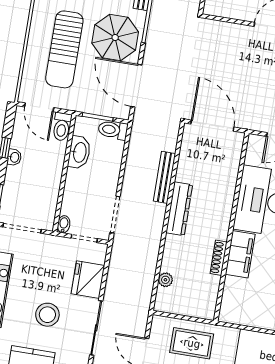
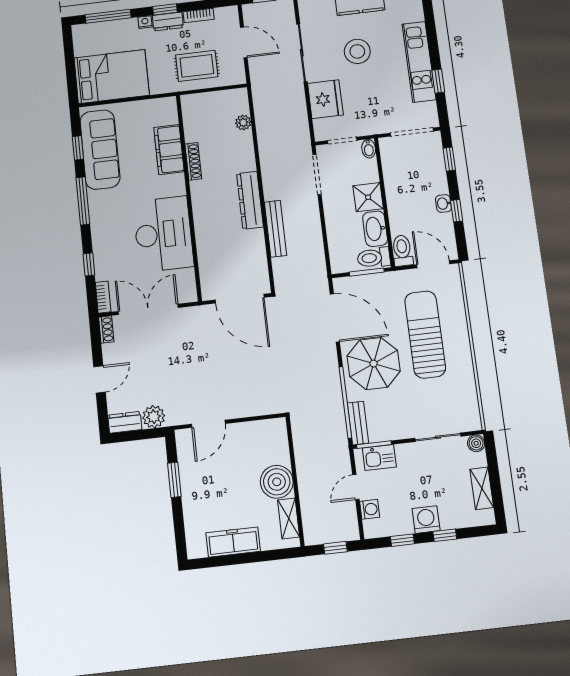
toilet: (113, 130) -> (374, 258), moved, turned 180
shower: (77, 182) -> (368, 197), added
filing cabinet: (240, 254) -> (169, 150), moved

